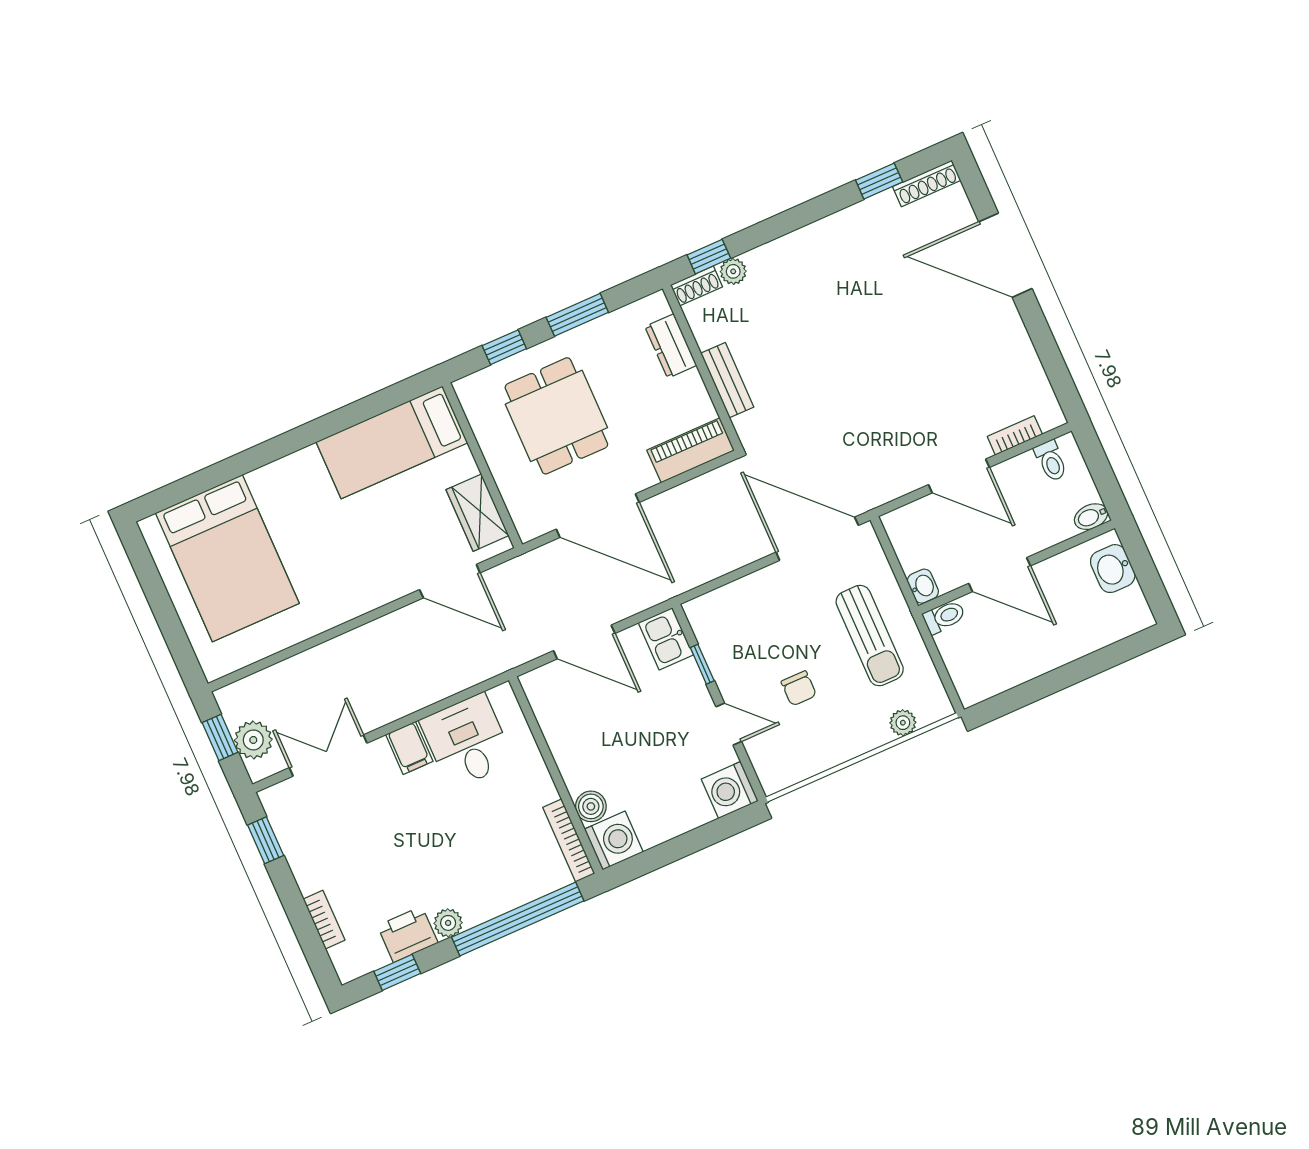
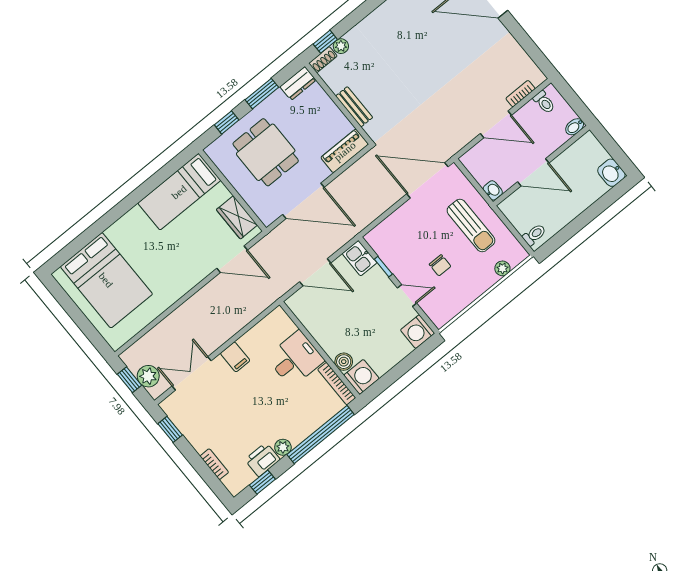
dresser: (671, 346) -> (298, 83), moved, turned -90
washbasin: (1113, 569) -> (611, 173), moved
toilet: (944, 617) -> (534, 235), moved
desk: (467, 741) -> (295, 359), moved, turned 90

